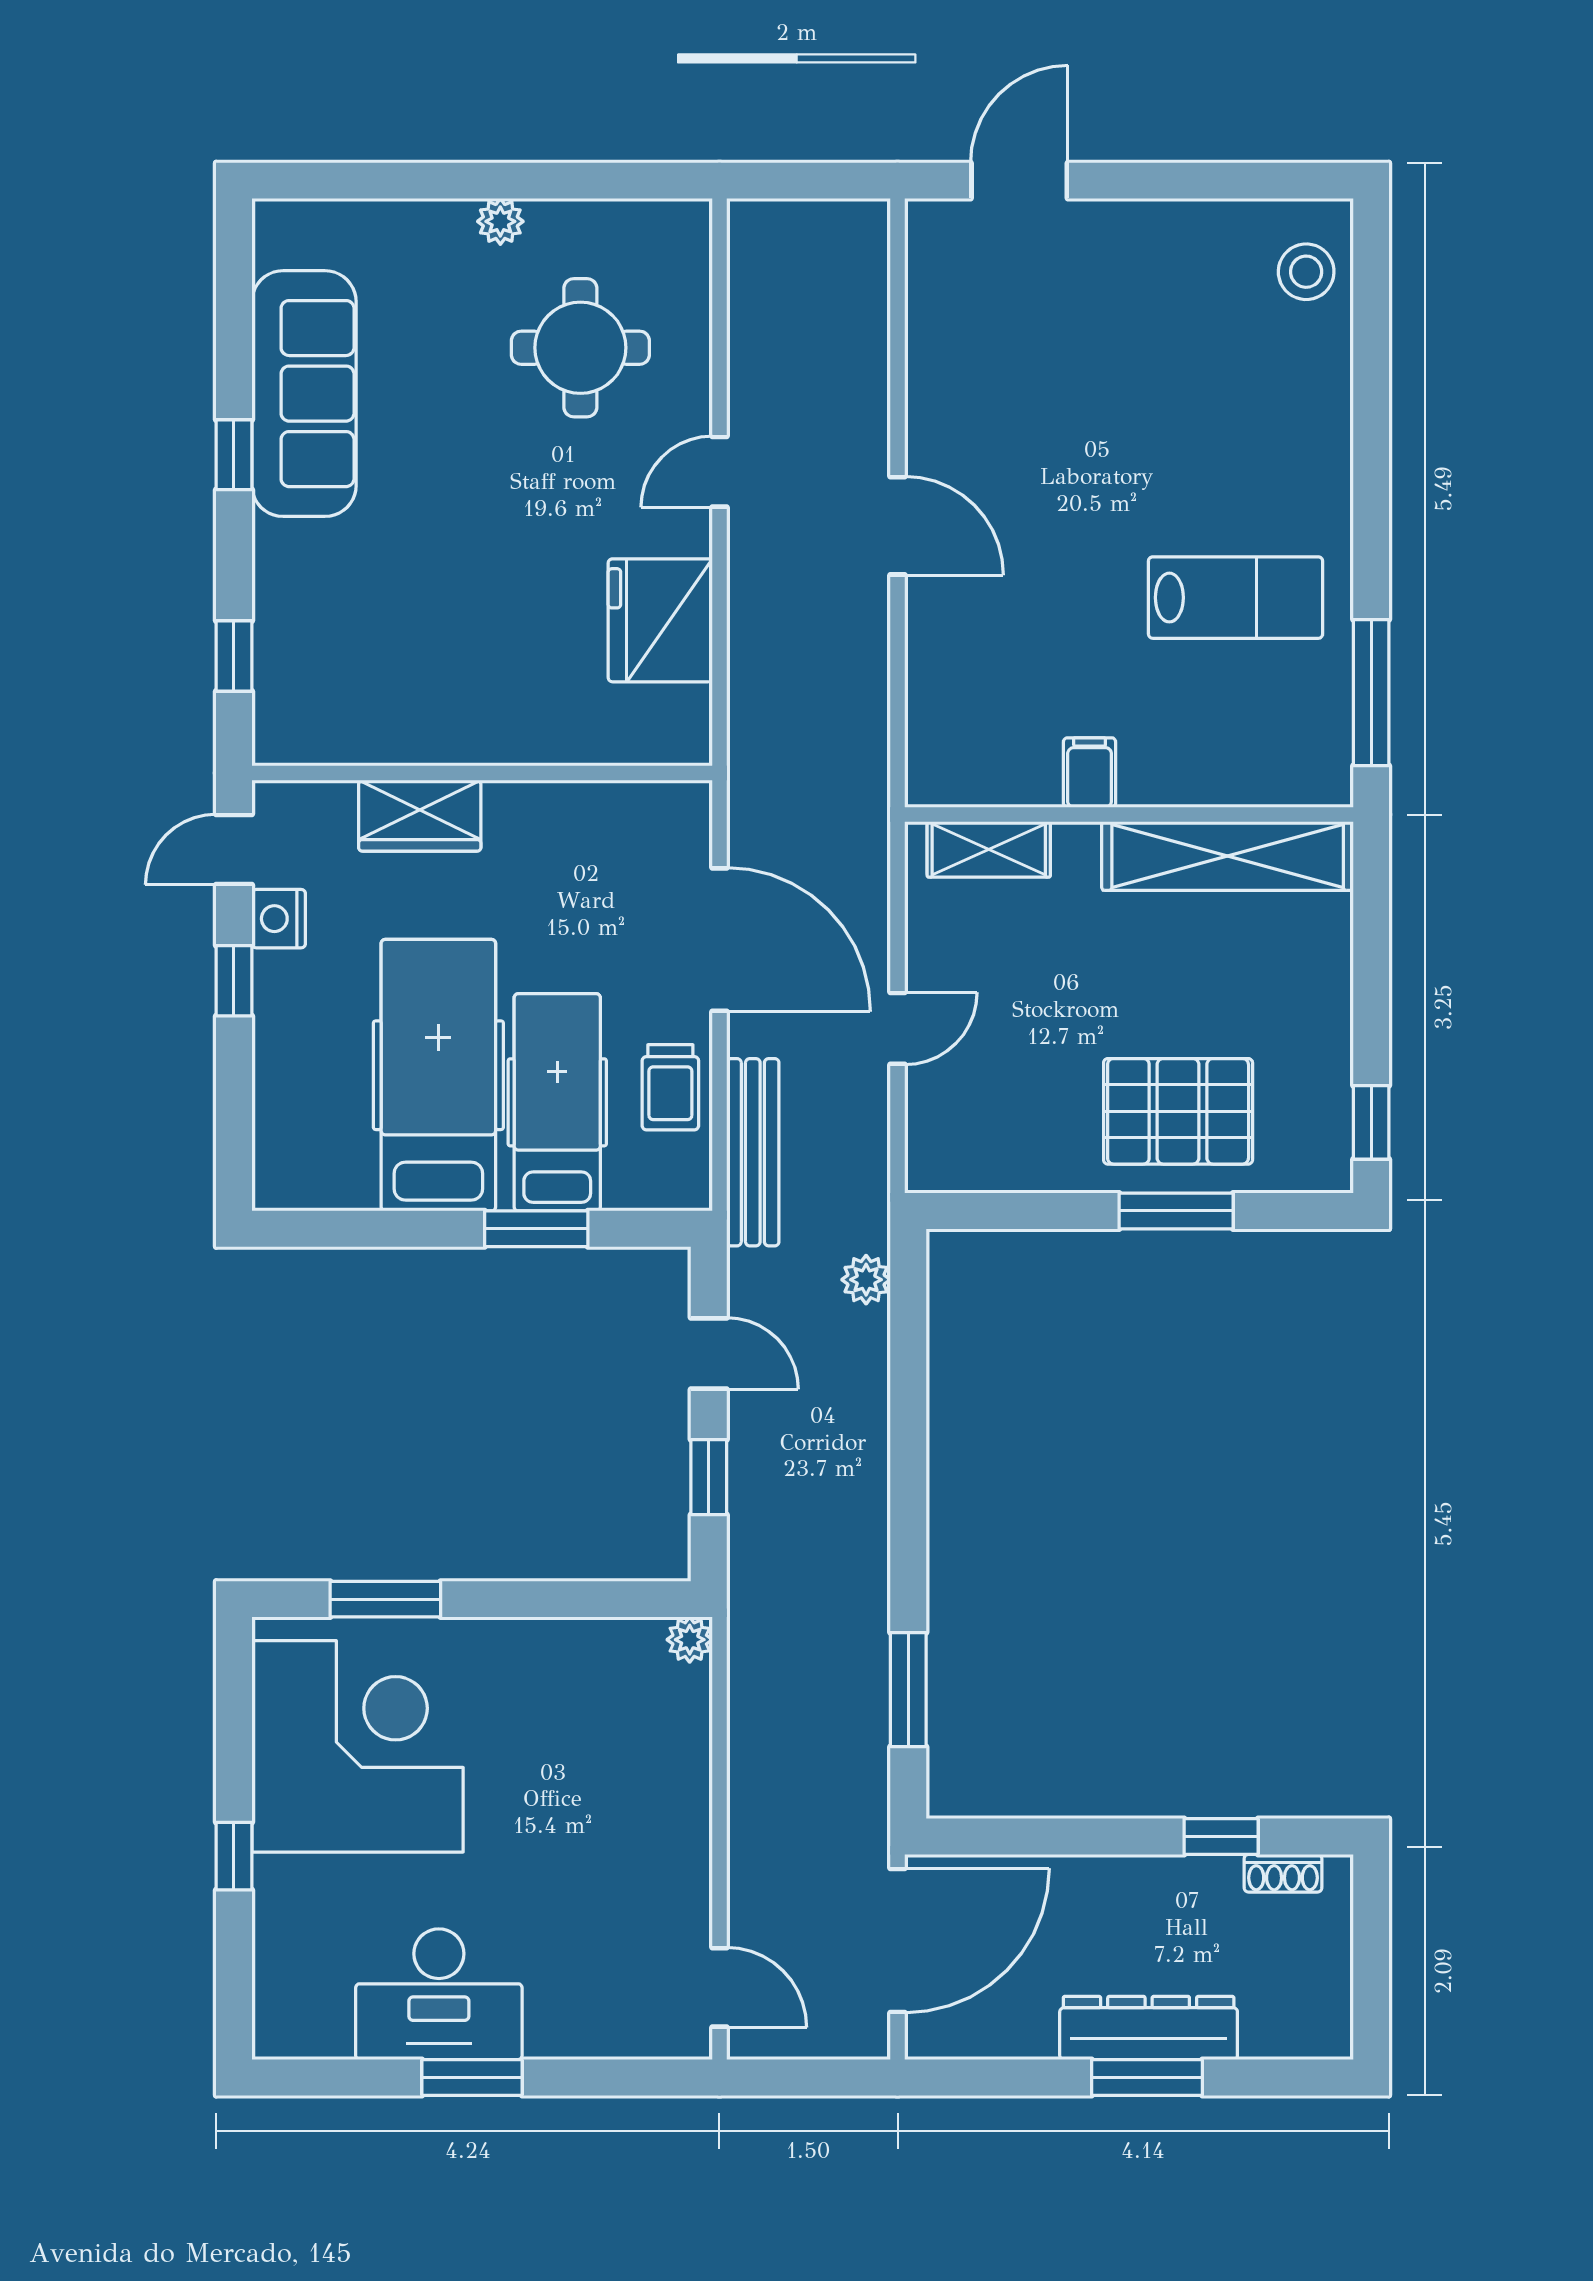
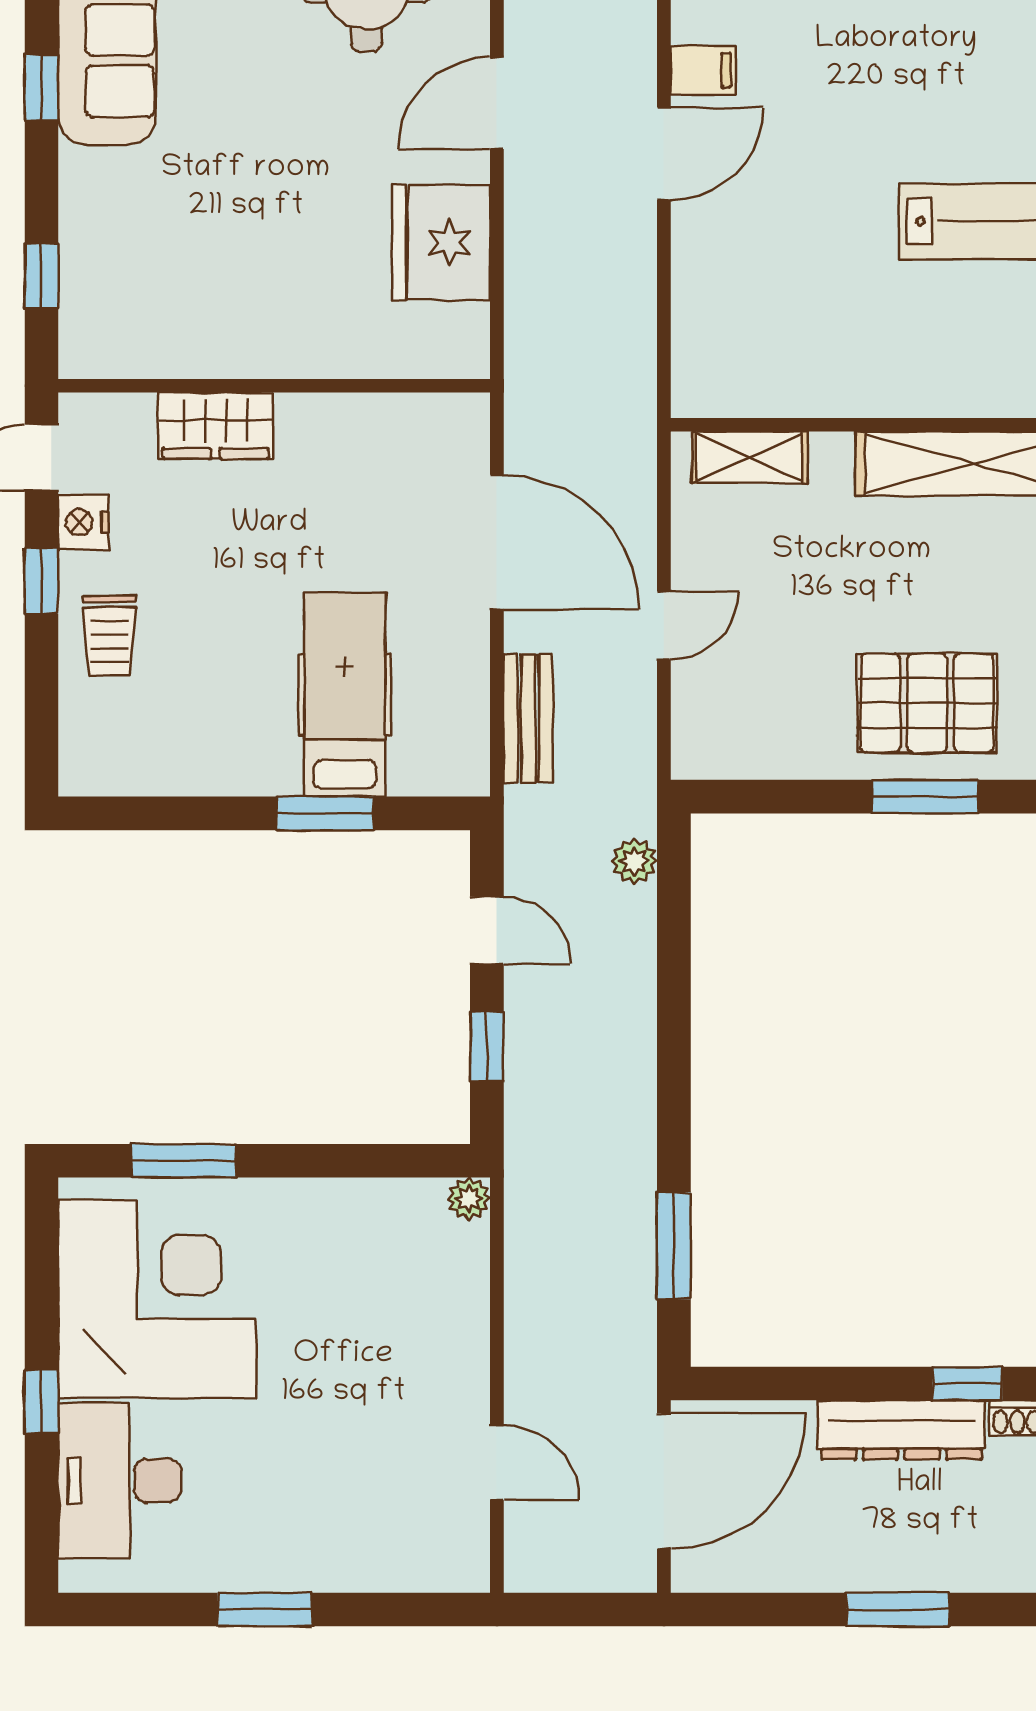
door: (719, 472) -> (497, 103), width x1.38
door: (898, 526) -> (664, 154), hinge flipped
filing cabinet: (1090, 773) -> (703, 70), moved, turned 90
hospital bed: (438, 1075) -> (233, 669), removed
trolley: (670, 1087) -> (109, 636), moved
bench: (753, 1152) -> (528, 718), width x0.73
door: (719, 1987) -> (497, 1462), moved
desk: (439, 1994) -> (120, 1481), moved, turned 90
dresser: (1149, 2028) -> (901, 1430), moved, turned 180

